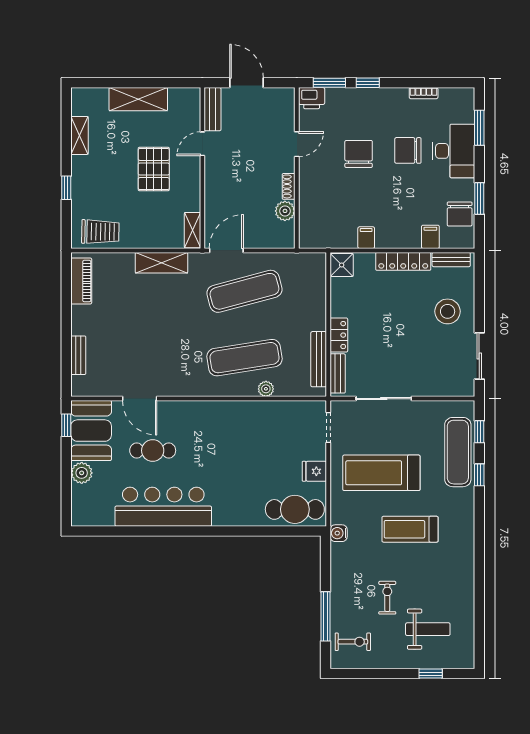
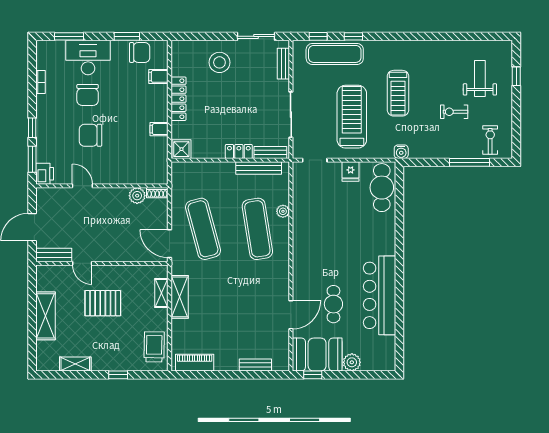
shoe rack: (289, 186) -> (157, 193), moved
shelving: (192, 230) -> (161, 293), moved, turned 90
bench: (451, 260) -> (283, 64), moved
treadmill: (381, 473) -> (352, 117), turned 180

